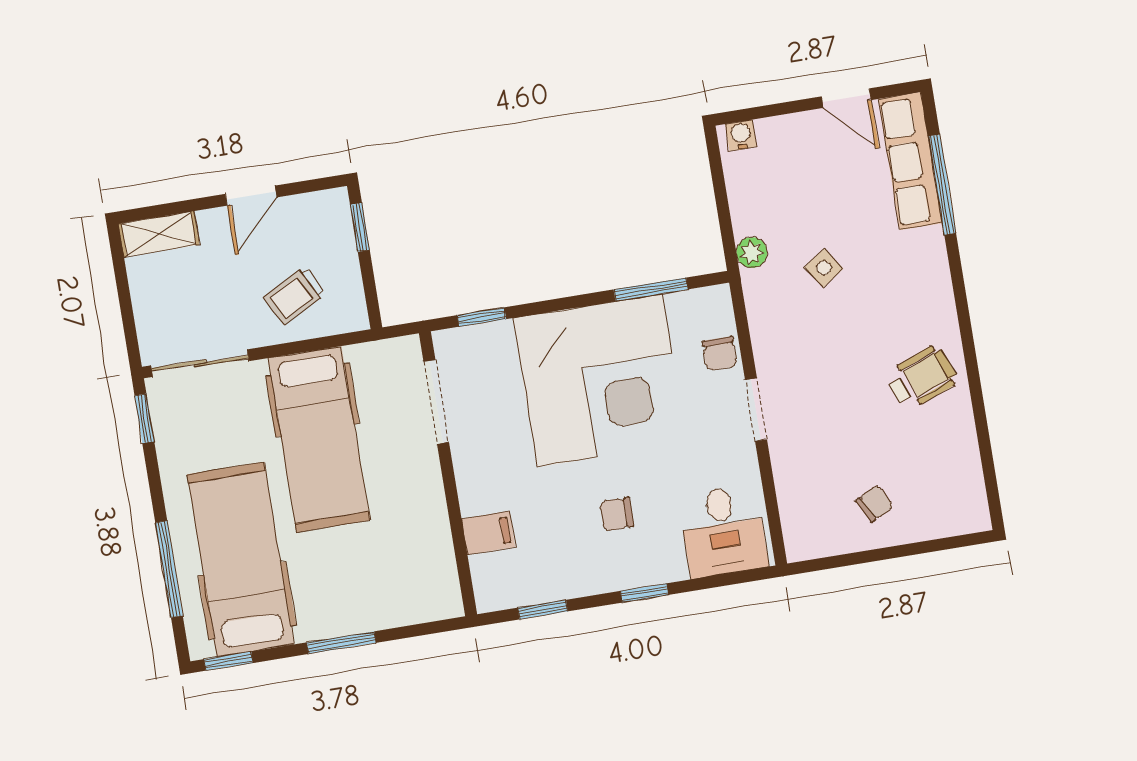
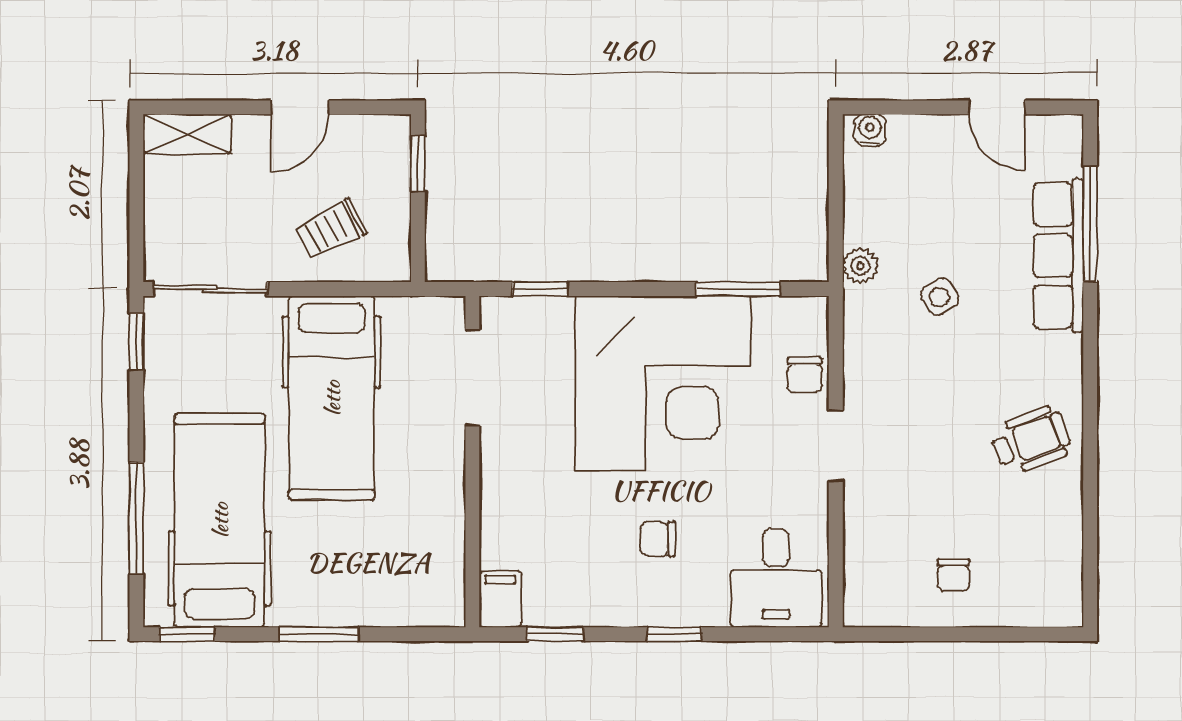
row of seats: (910, 161) -> (1058, 256), moved
chair: (875, 503) -> (954, 575), turned 117
filing cabinet: (488, 533) -> (500, 599), moved, turned -90

